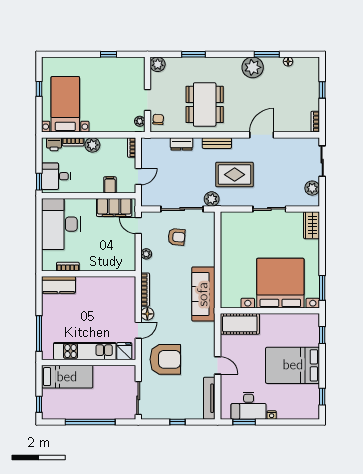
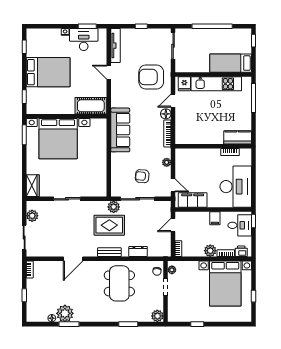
plant: (253, 67) -> (65, 313), moved
bed with nightstands: (65, 104) -> (225, 284), width x1.36
rug: (235, 175) -> (109, 225), moved
filing cabinet: (110, 185) -> (215, 218), moved

